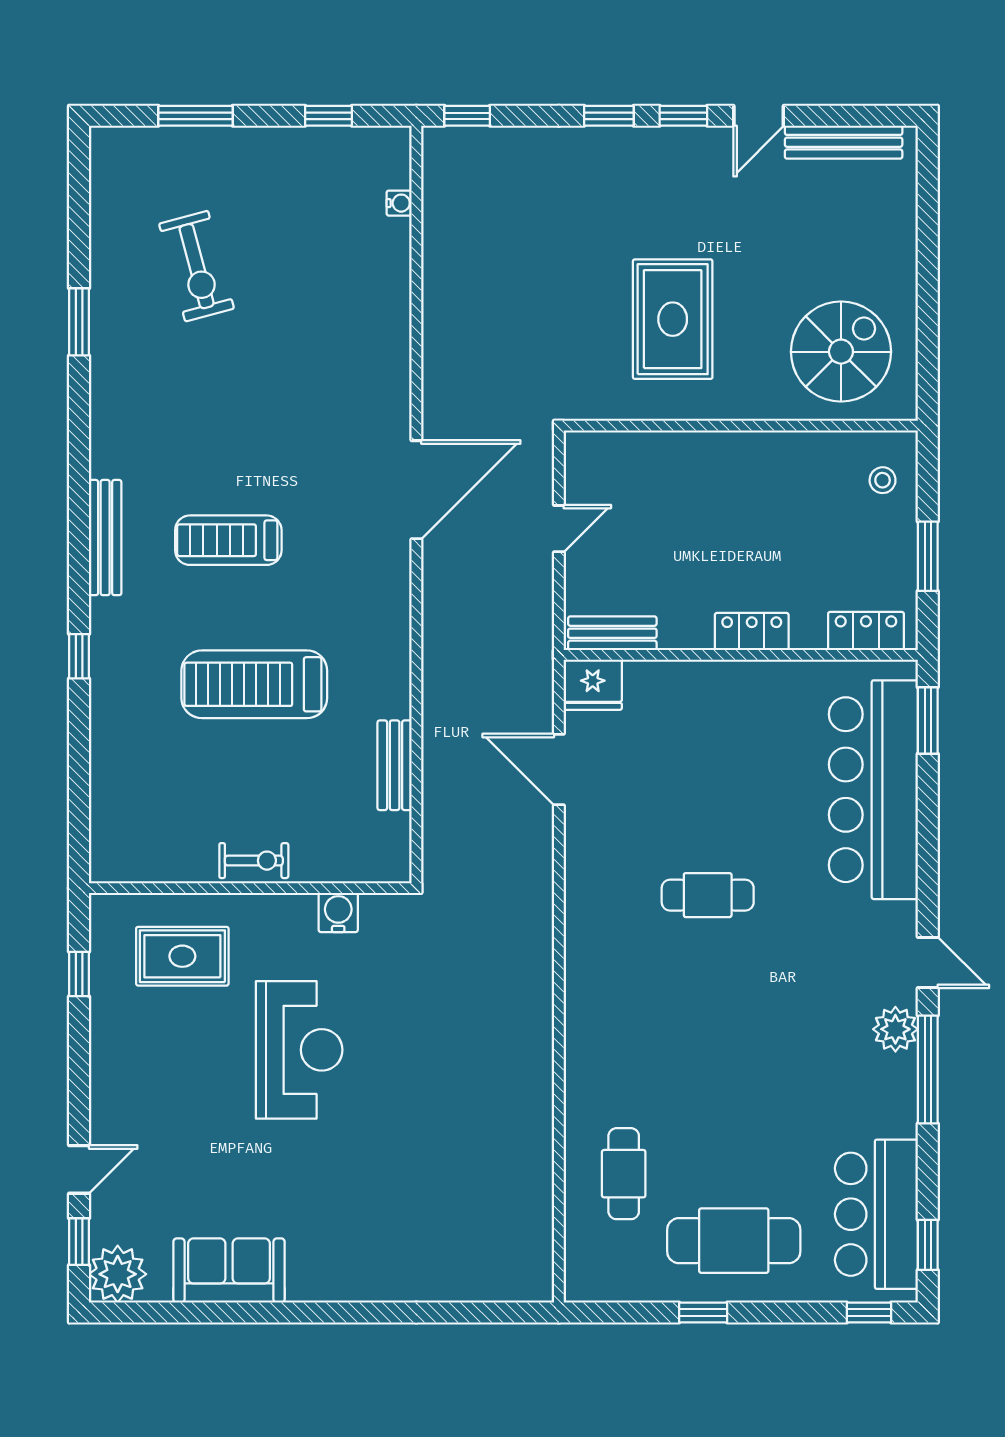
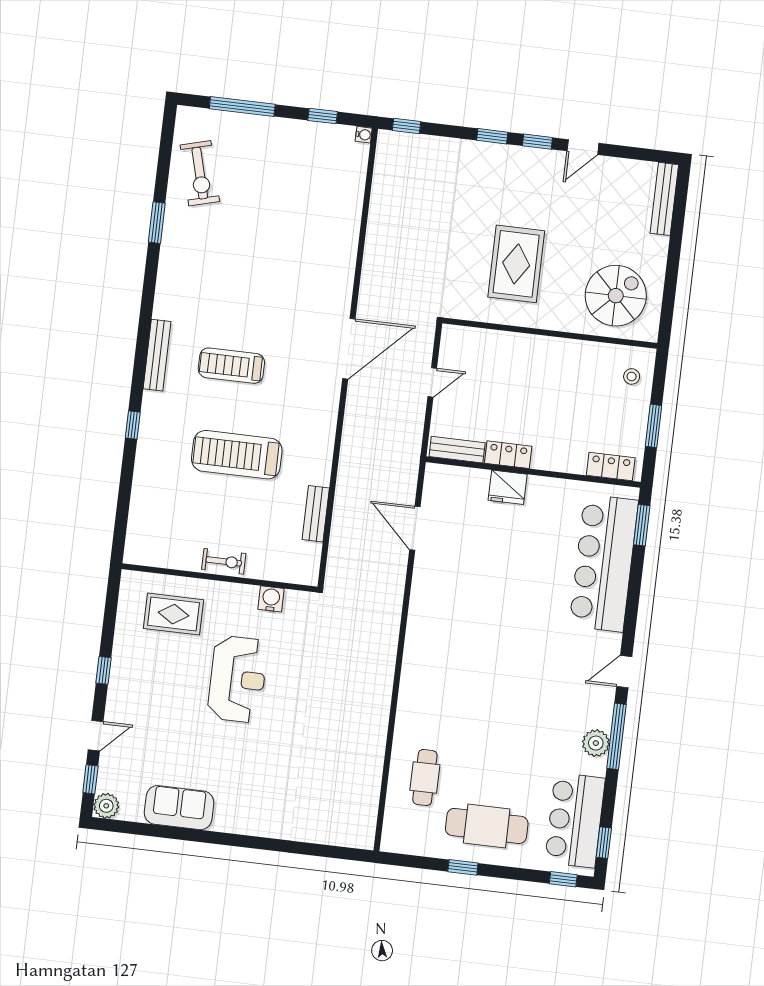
window: (196, 116) -> (242, 106), width x1.44
bench: (844, 142) -> (664, 199), moved, turned 90
water cooler: (399, 203) -> (364, 135), moved
exercise bike: (197, 266) -> (200, 173), moved
locker: (752, 632) -> (508, 455), moved
fridge: (593, 685) -> (508, 487), moved
cafe table: (708, 895) -> (496, 615), removed
door: (928, 962) -> (624, 672), swing flipped
window: (79, 974) -> (103, 670), moved
plant: (895, 1029) -> (596, 743), moved
plant: (118, 1274) -> (106, 806), width x0.73, depth x0.73

